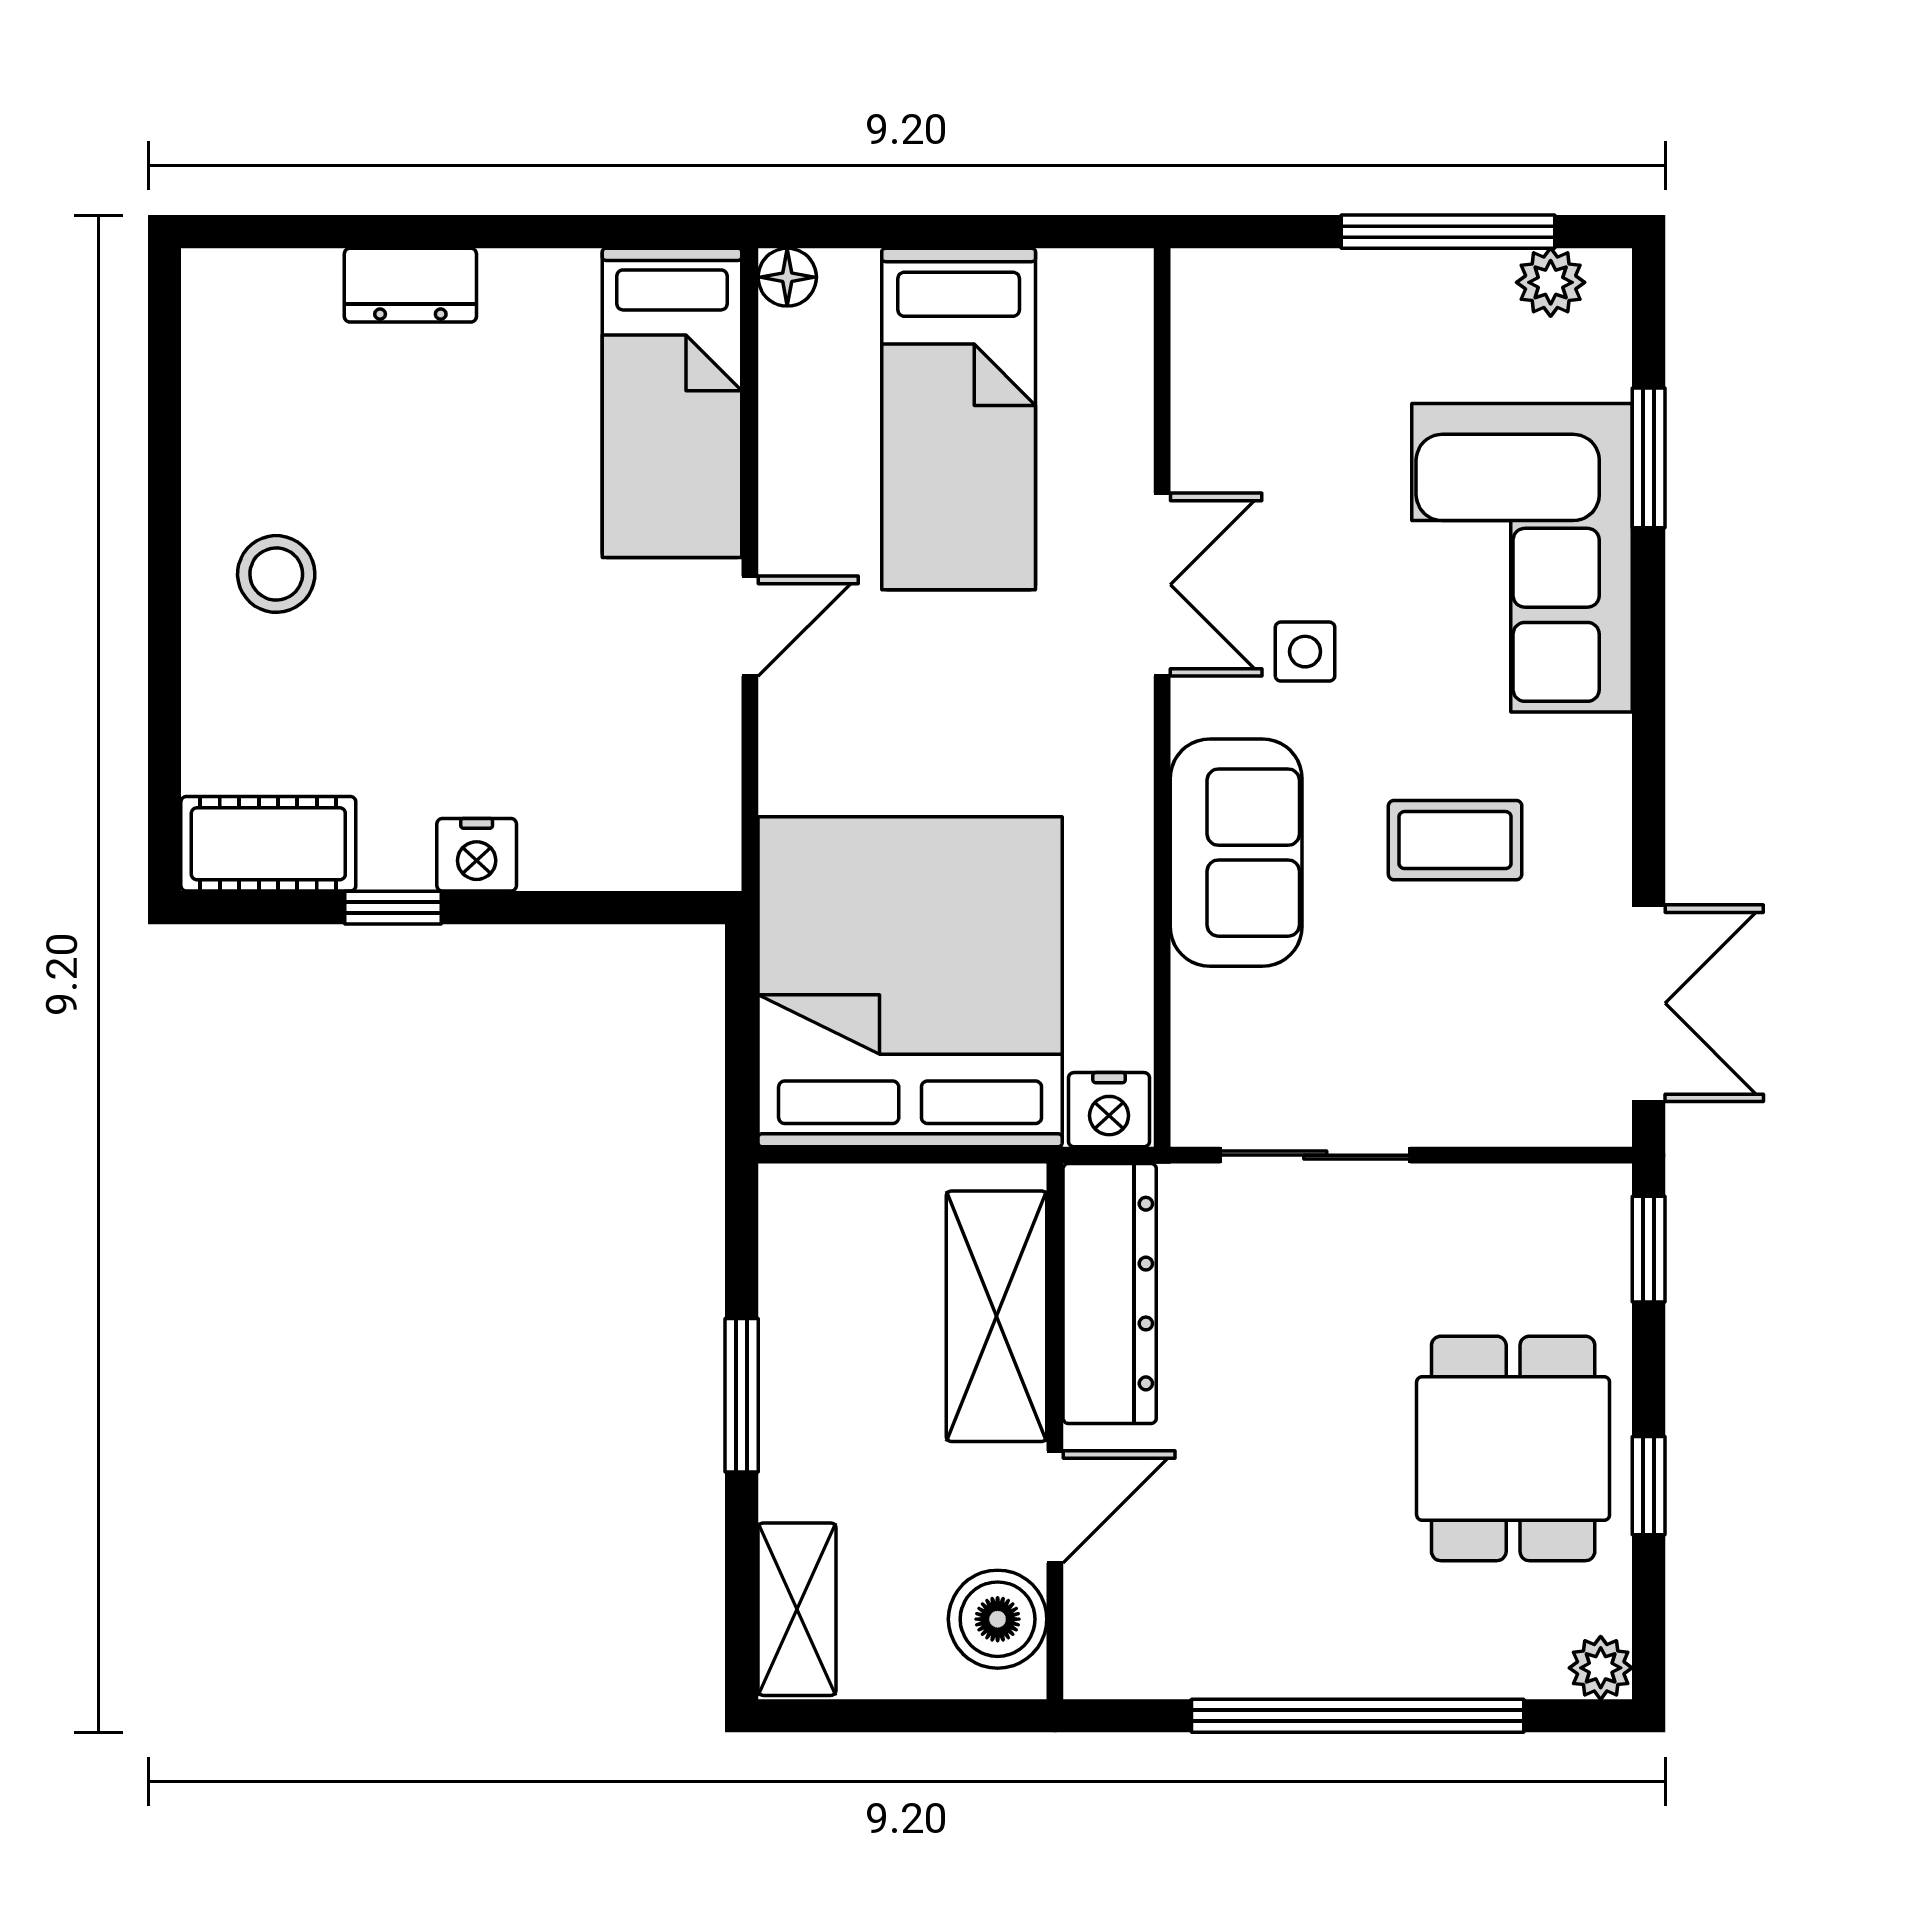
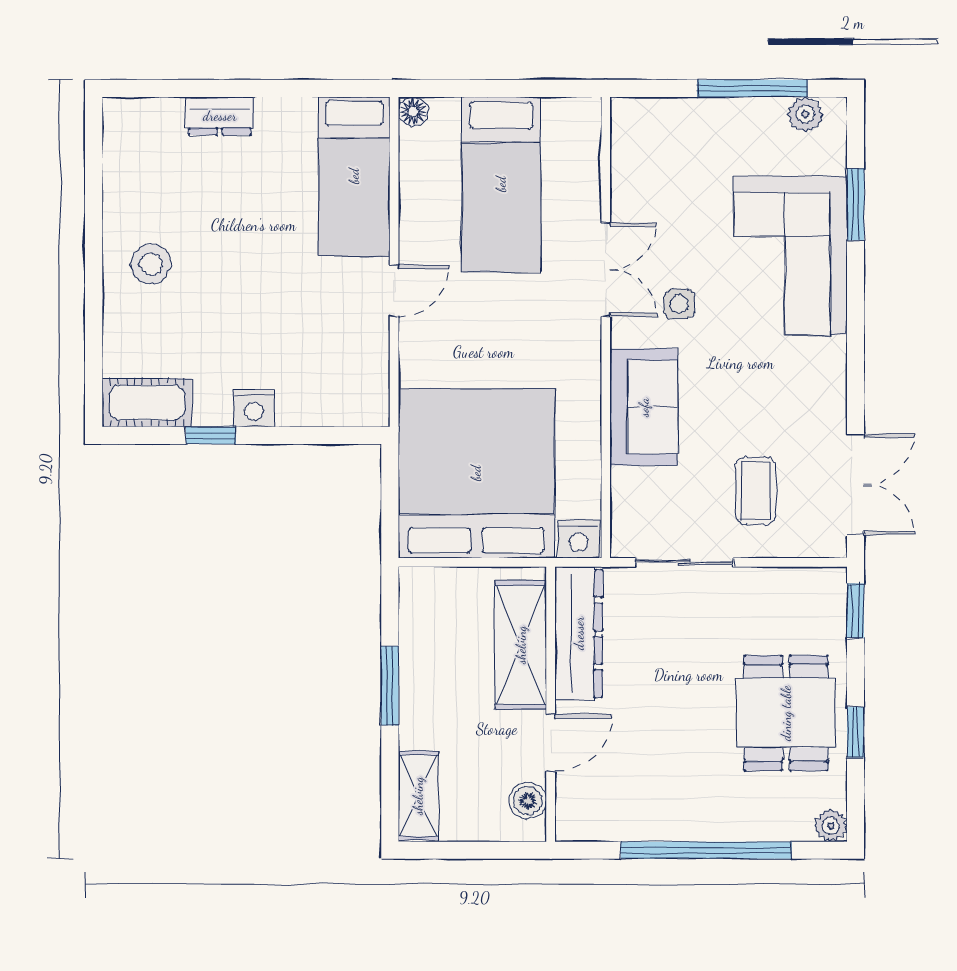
coffee table: (1455, 840) -> (756, 491), moved, turned 90
boiler: (998, 1619) -> (528, 801), width x0.73, depth x0.73

